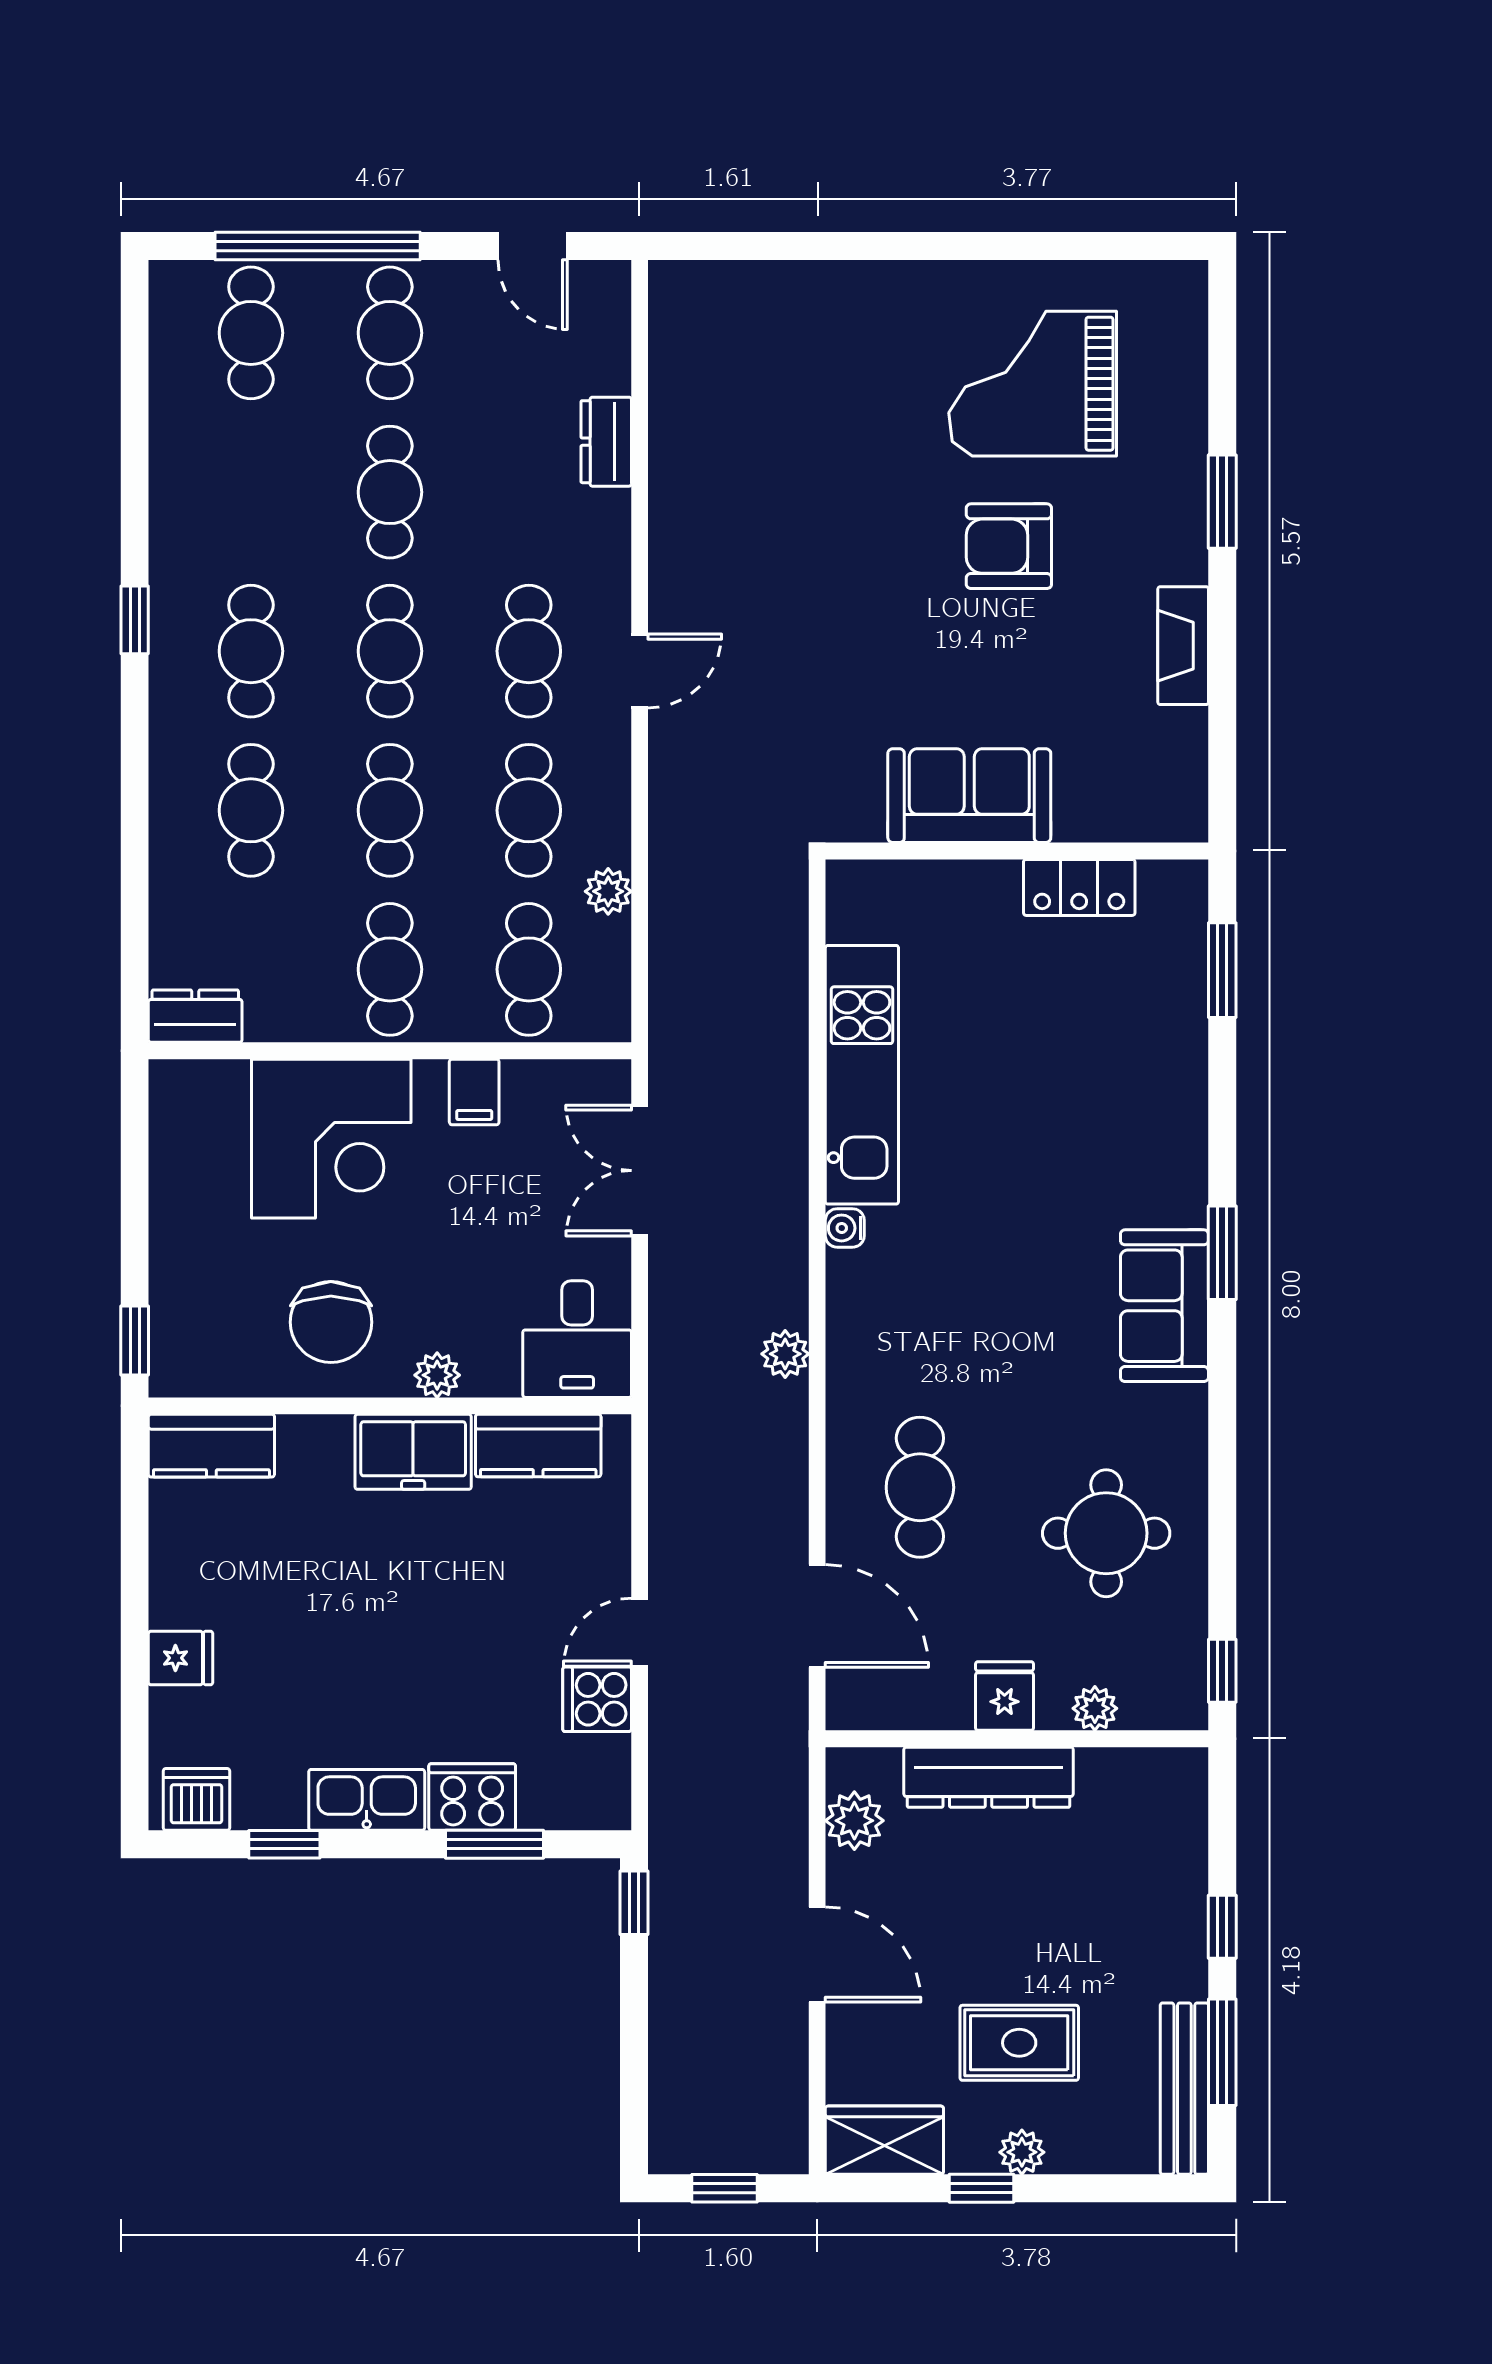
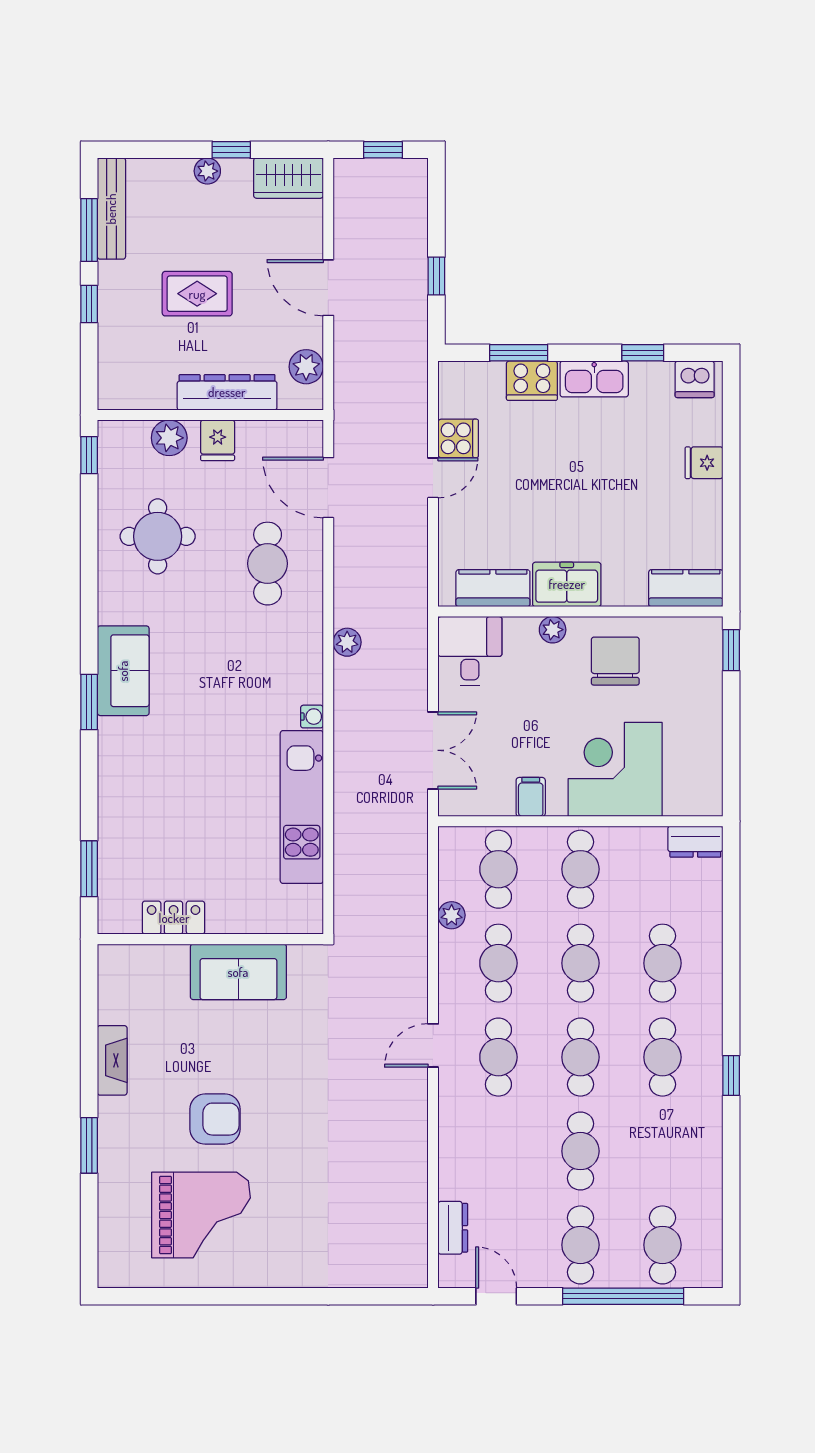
dresser: (606, 442) -> (453, 1228), moved
plant: (1095, 1708) -> (169, 438), width x1.38, depth x1.38
window: (634, 1903) -> (436, 276), moved
rug: (1019, 2043) -> (197, 294), moved

